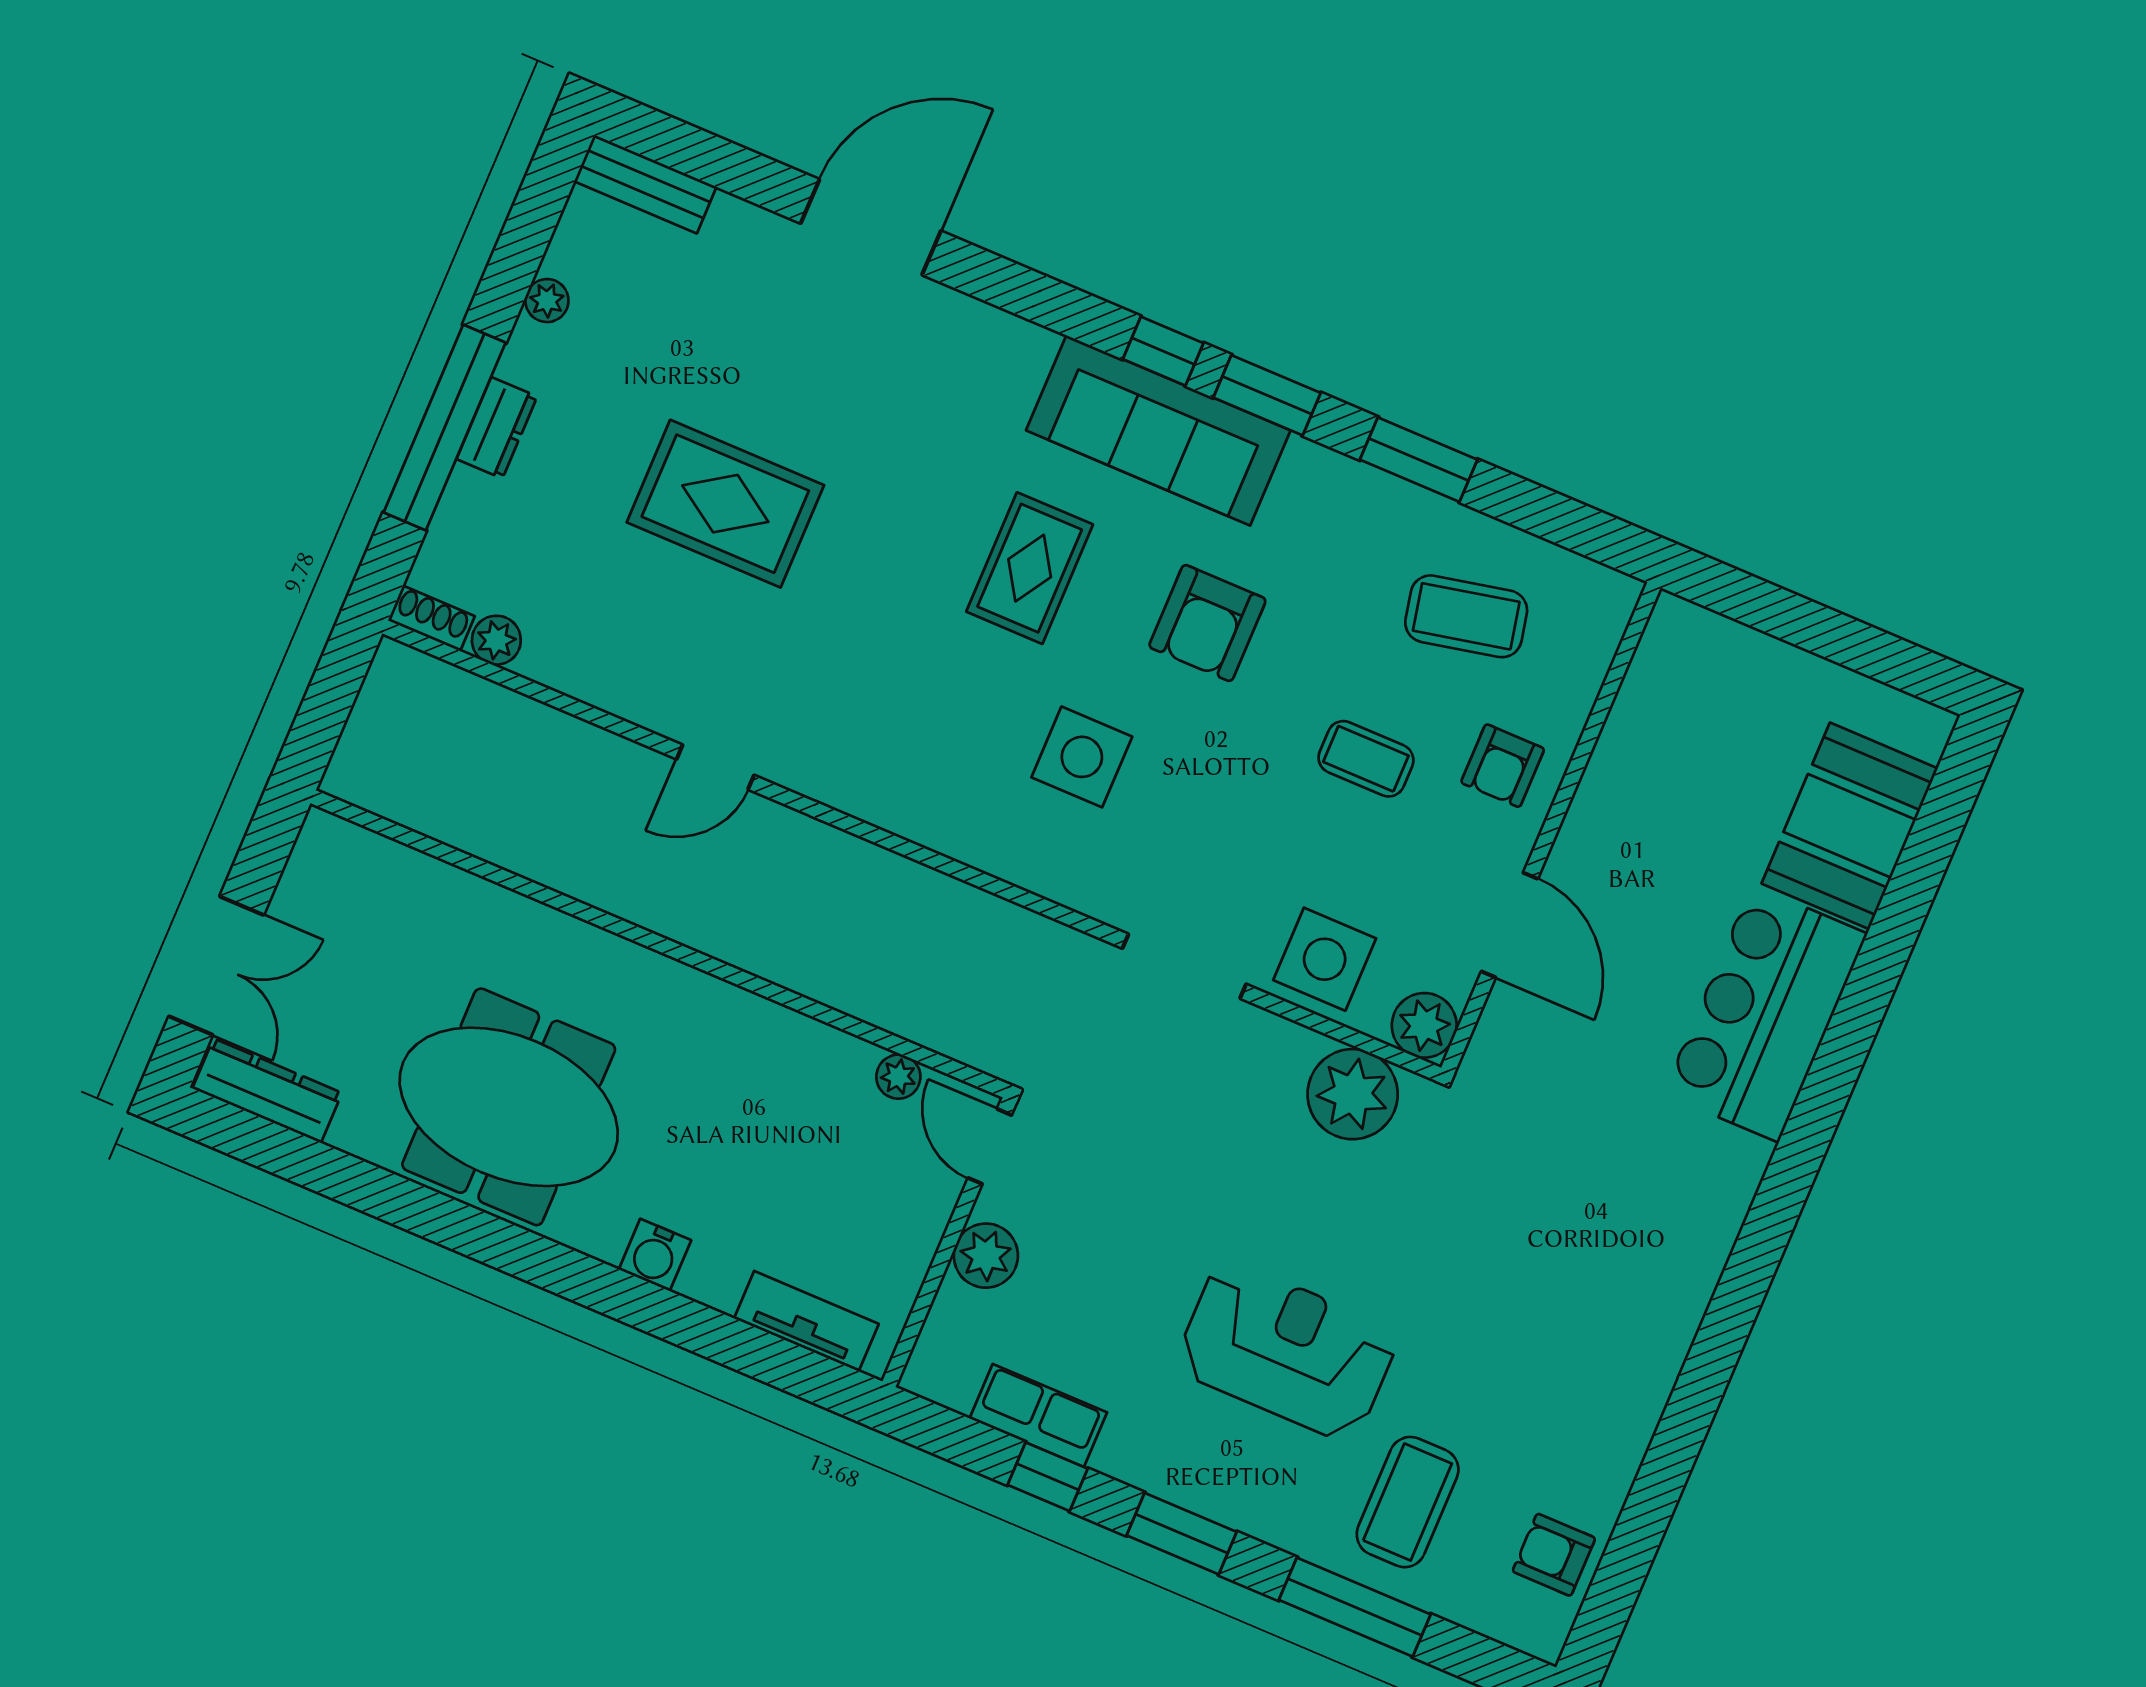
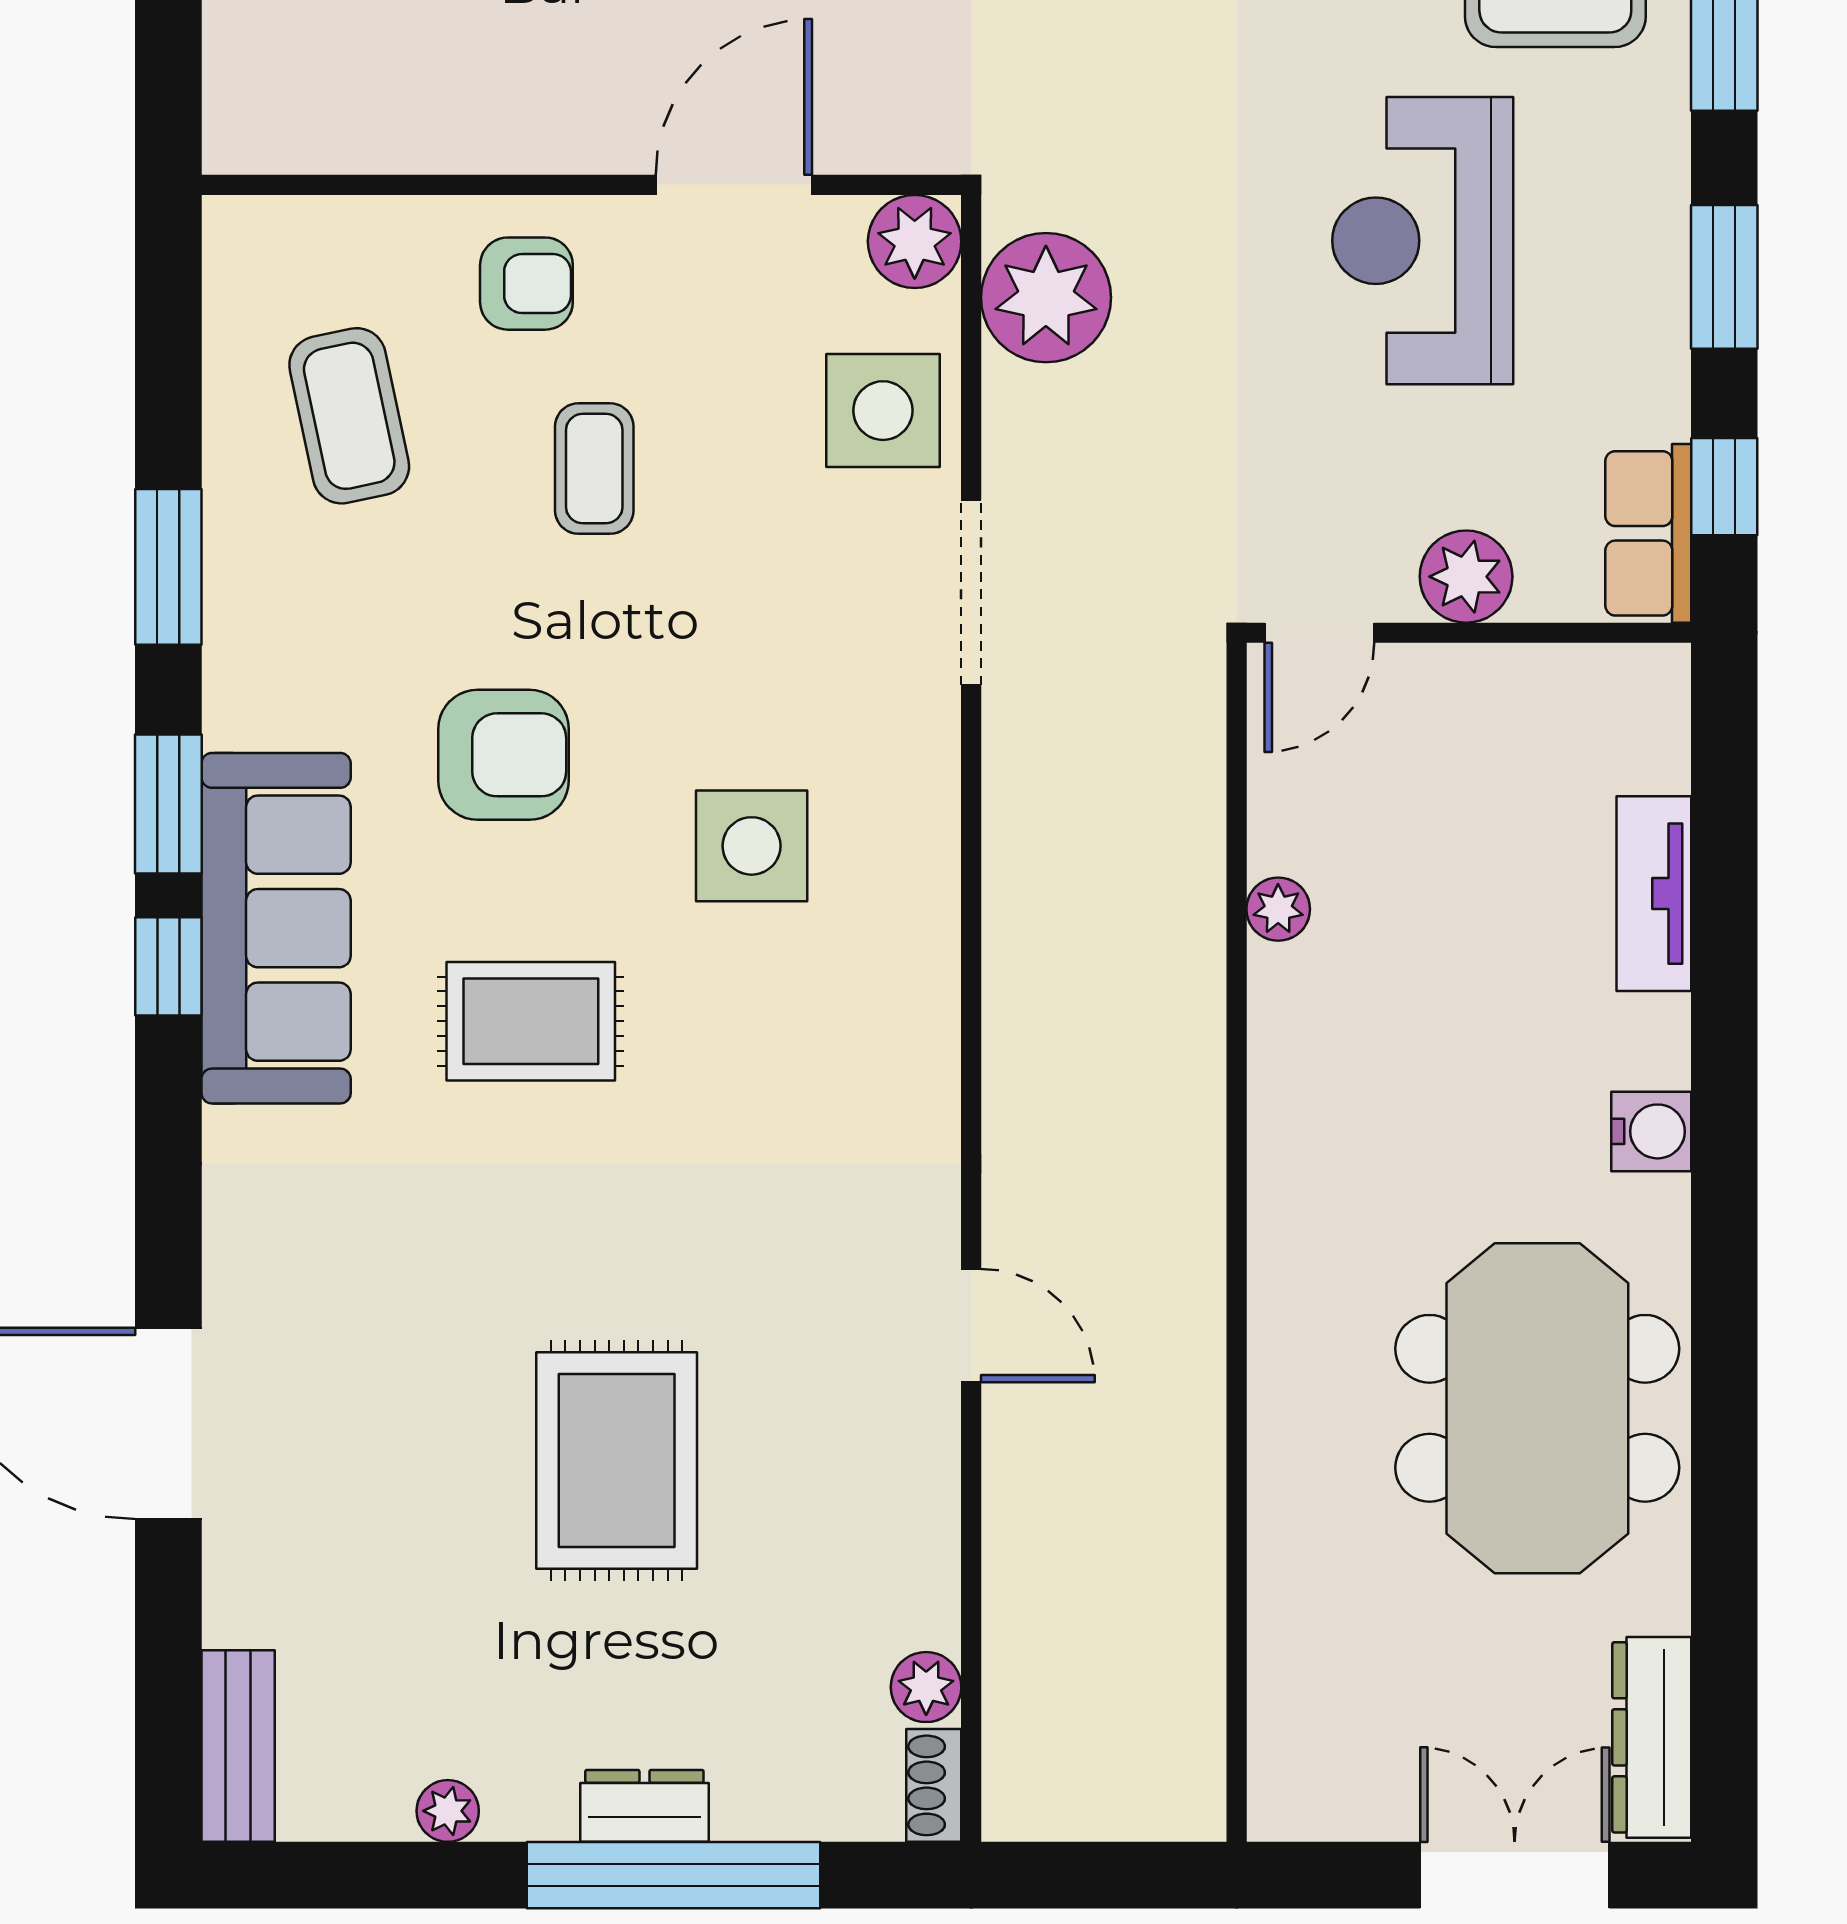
door: (990, 1146) -> (1319, 633), moved
wall: (949, 1242) -> (1469, 633), moved
plant: (986, 1256) -> (1466, 577), moved

